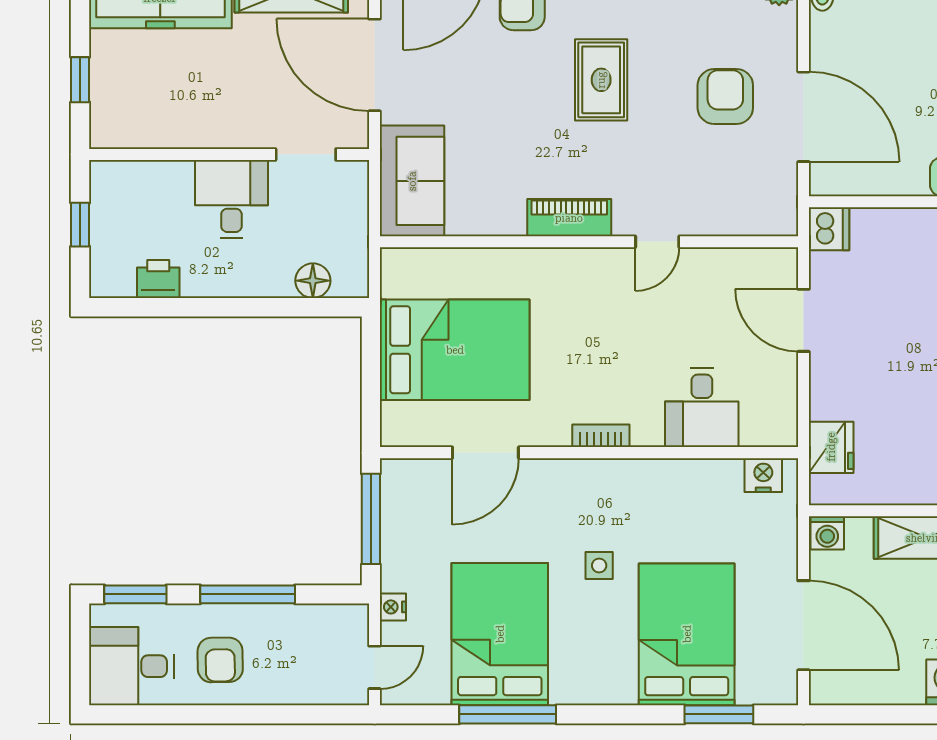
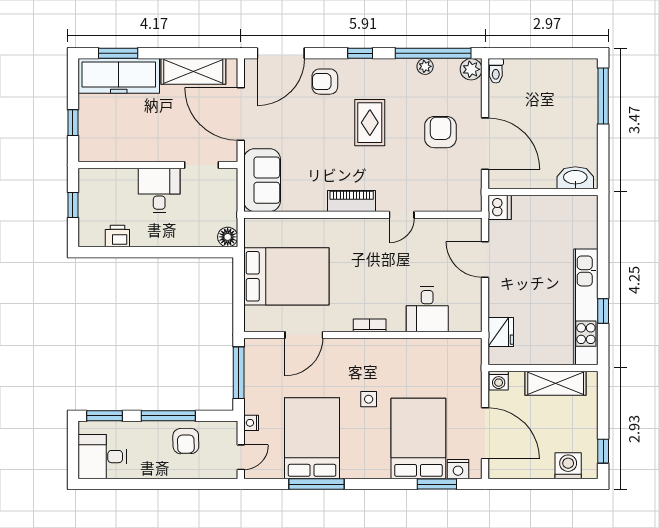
floor lamp: (313, 281) -> (228, 237), moved
nightstand: (763, 475) -> (458, 469), moved, turned 180
armchair: (220, 660) -> (186, 441), moved

